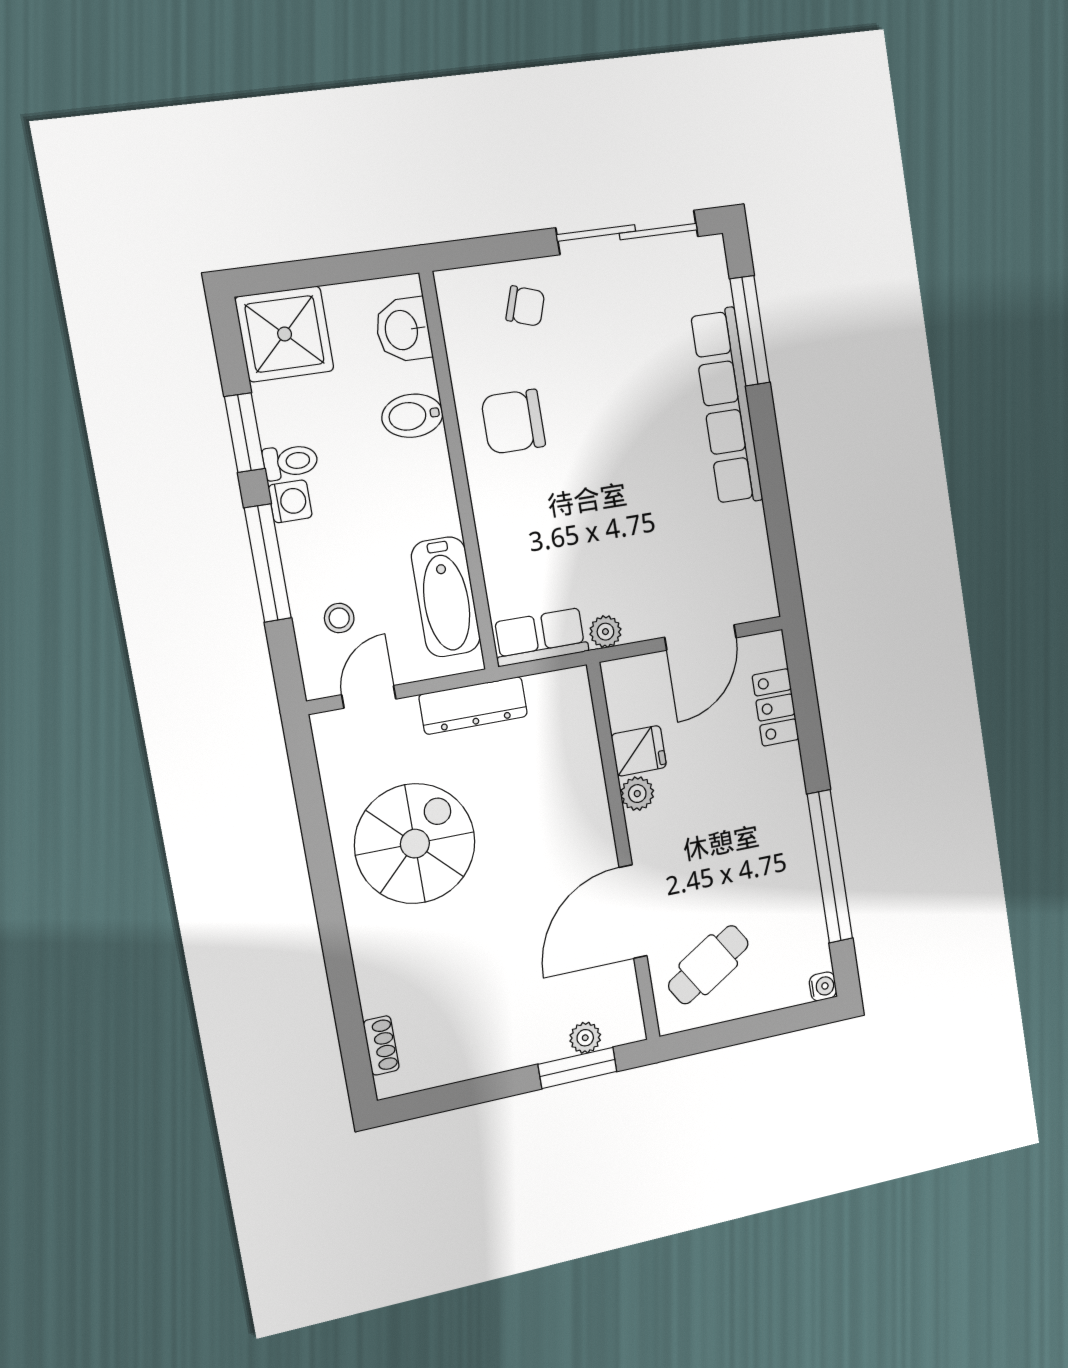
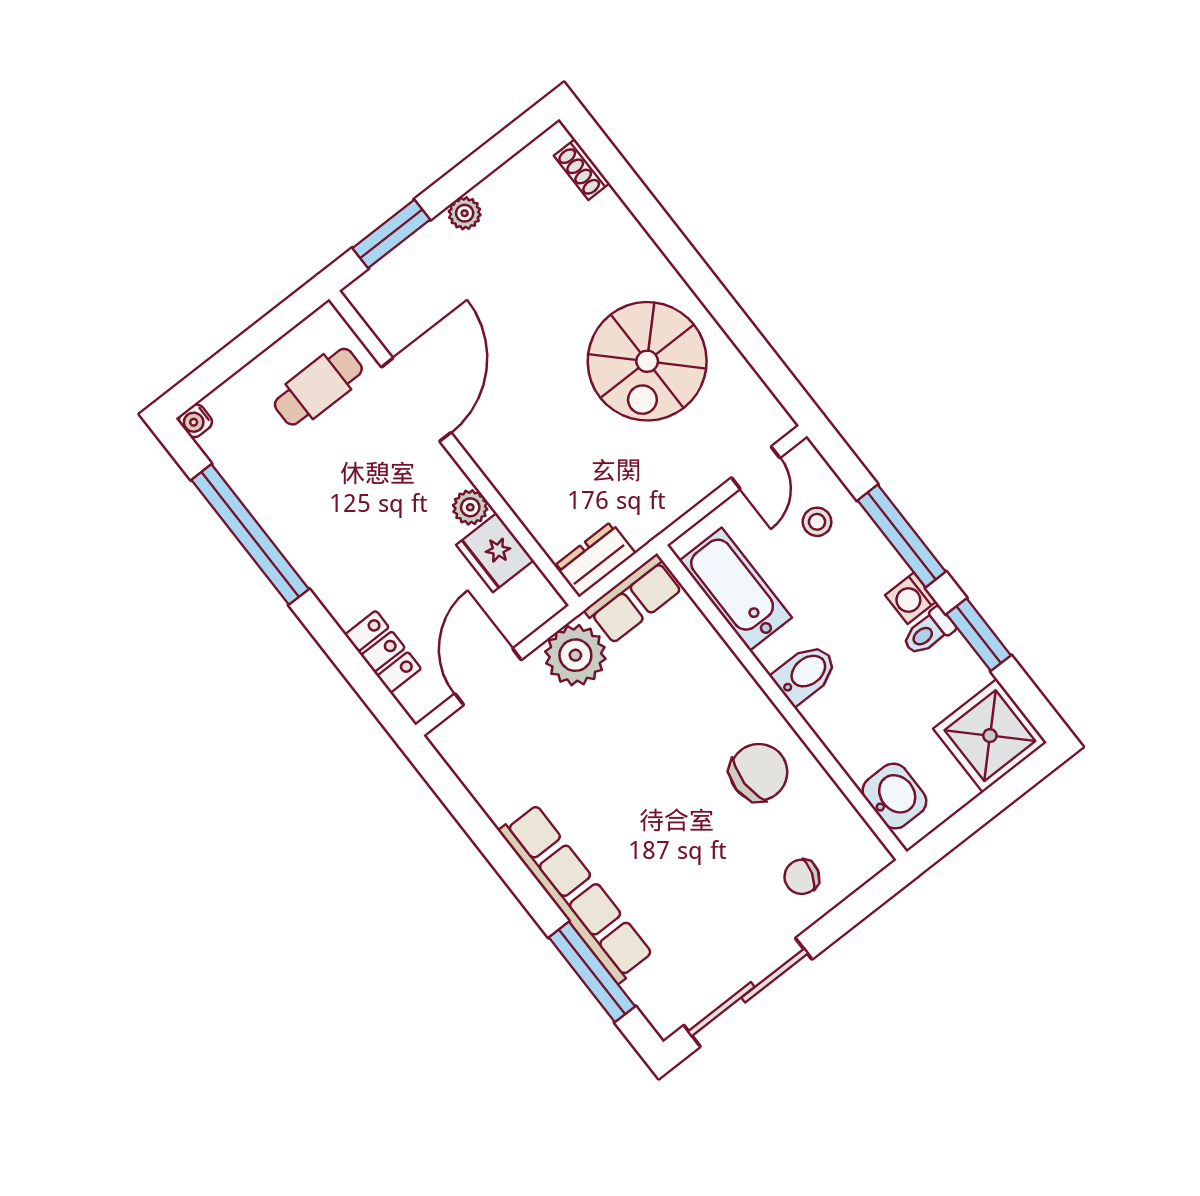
bidet: (412, 416) -> (805, 674), moved
plant: (605, 632) -> (575, 655), width x1.87, depth x1.87
dresser: (473, 705) -> (595, 560), moved, width x0.70
fridge: (639, 751) -> (495, 553), width x1.38
cafe table: (708, 965) -> (318, 387), turned 32
plant: (585, 1038) -> (465, 213), moved

